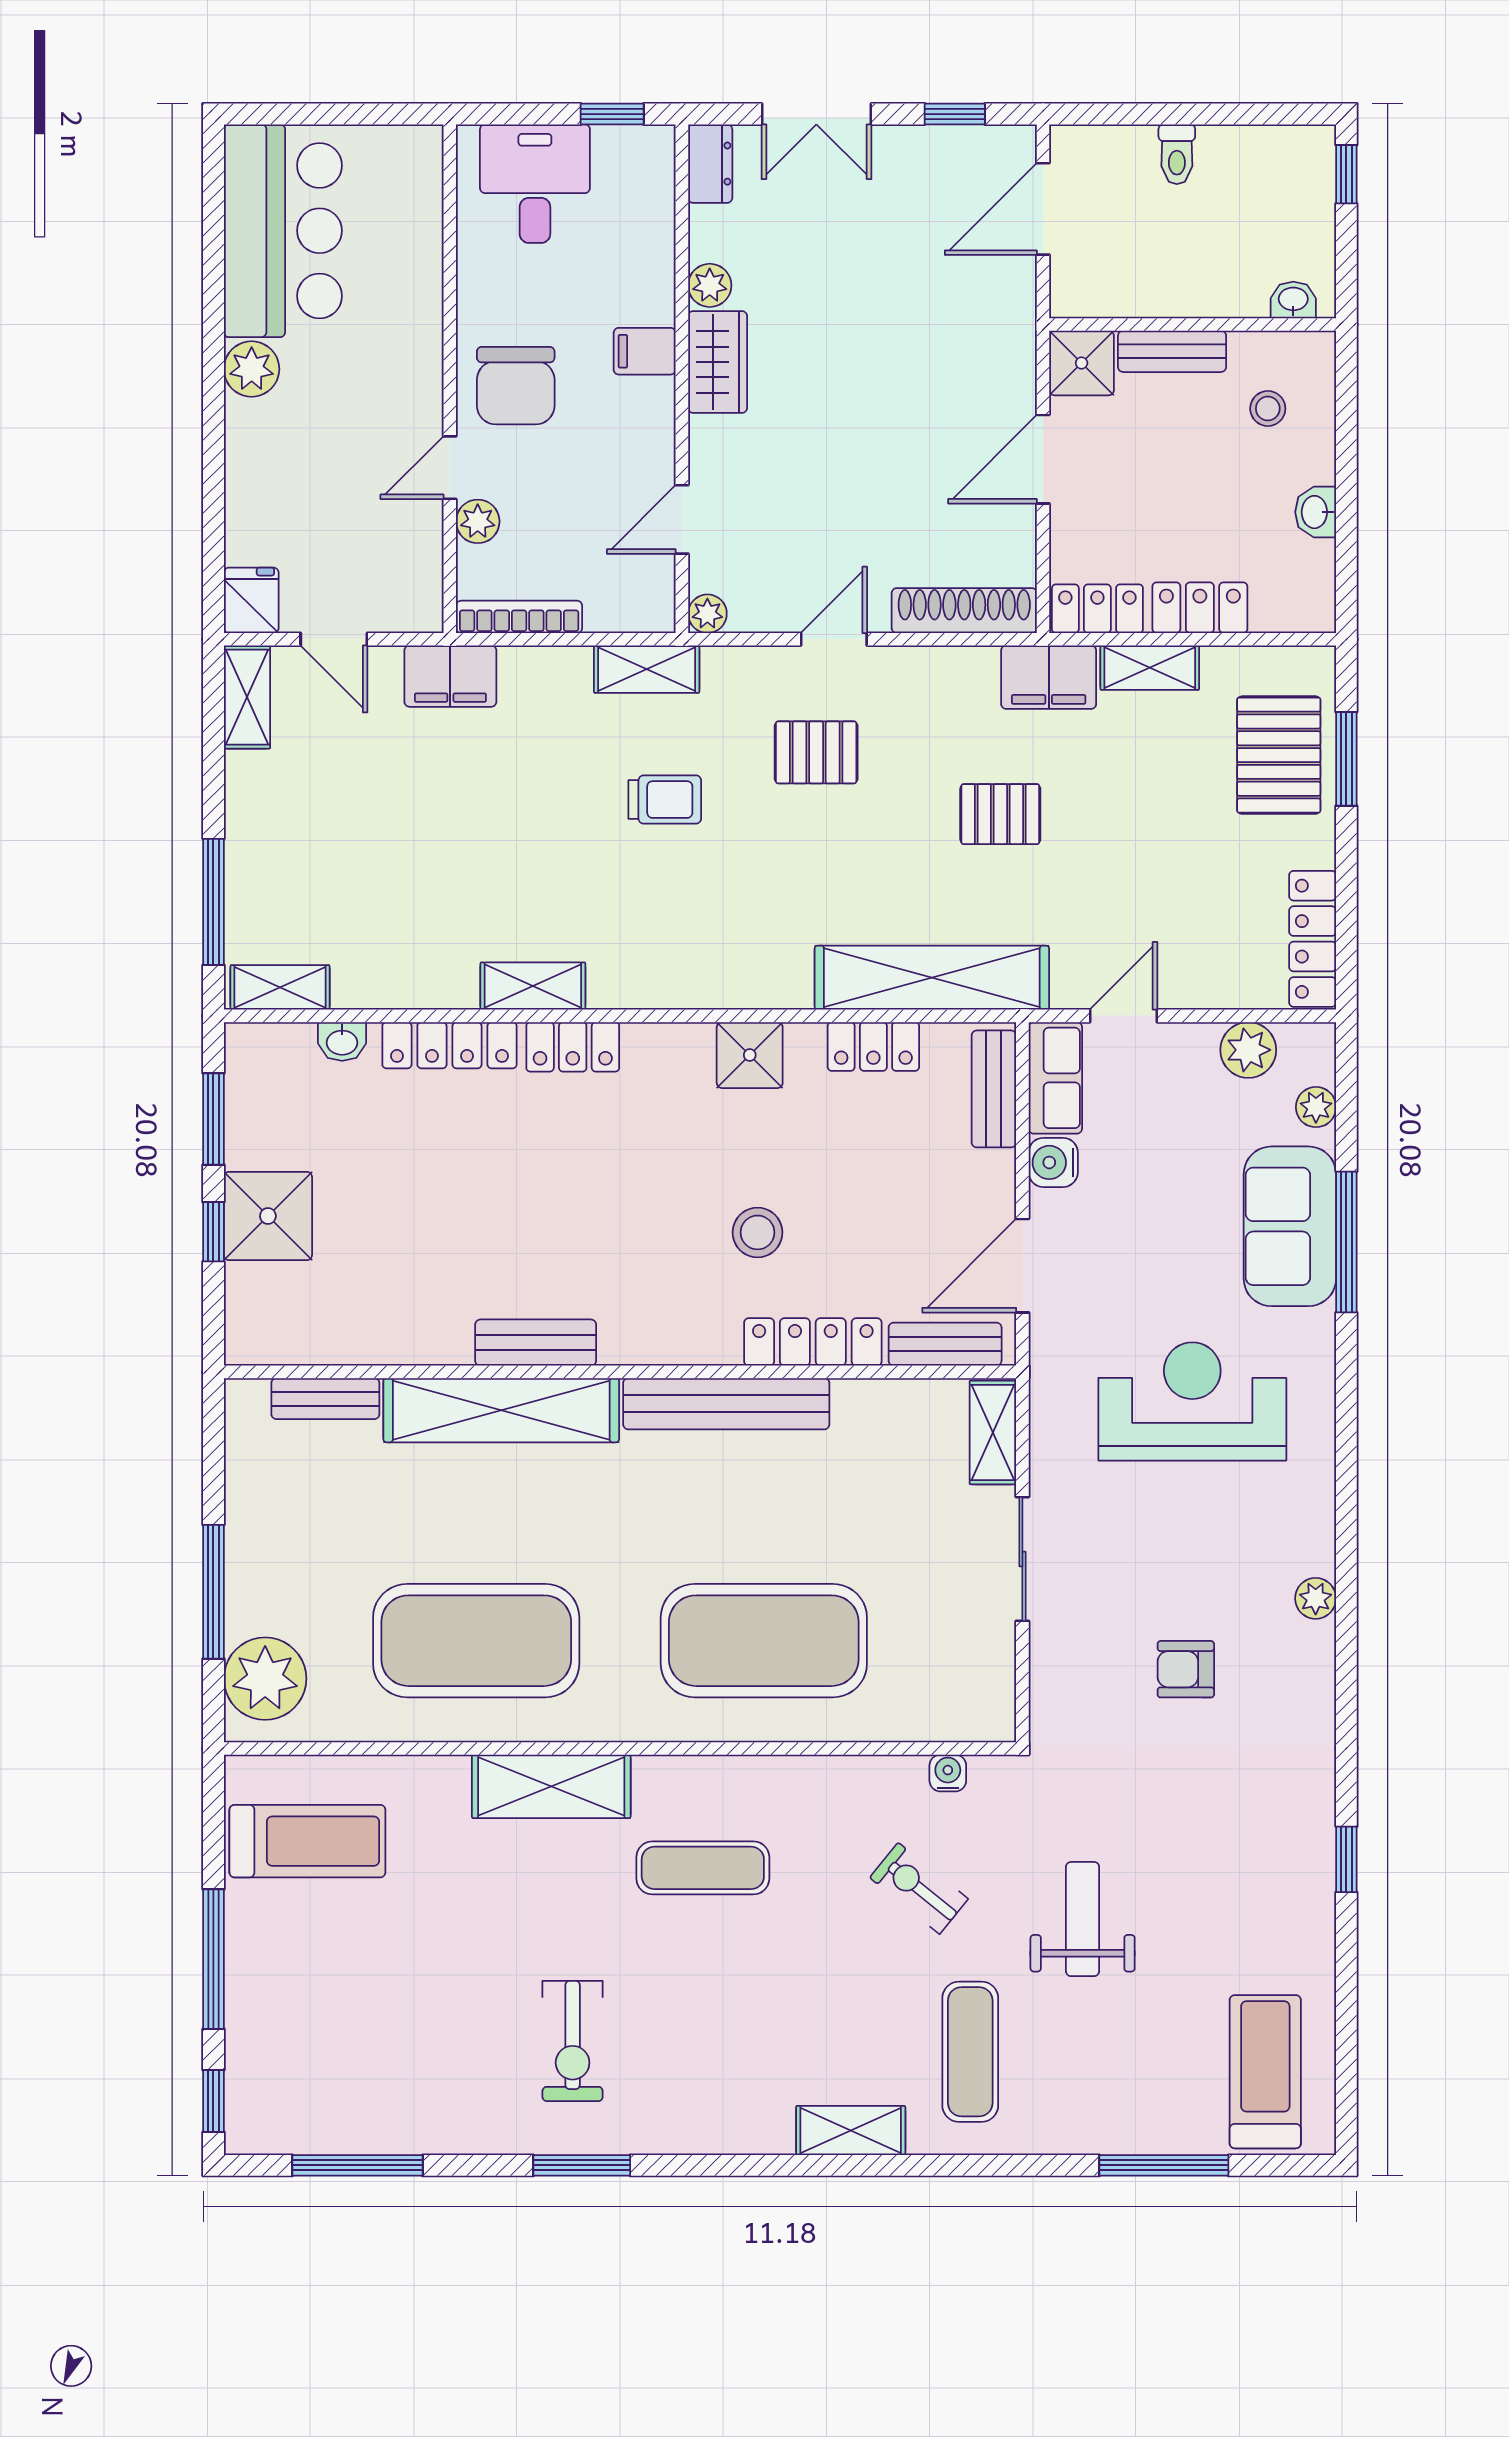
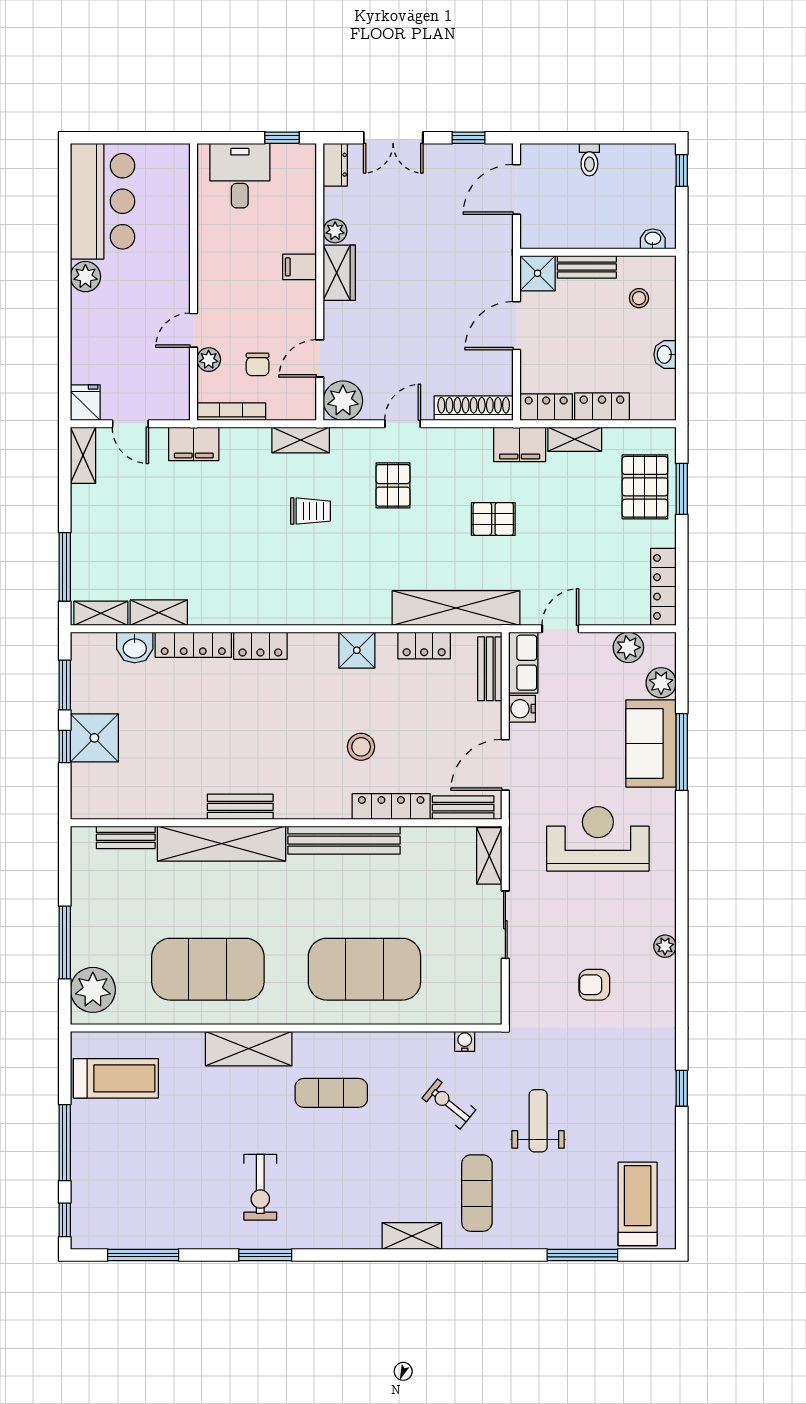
chair: (516, 386) -> (258, 364), moved, width x0.54, depth x0.54
plant: (707, 614) -> (343, 401), width x1.88, depth x1.88
pallet: (816, 752) -> (393, 485), turned 90
shelving: (533, 986) -> (159, 613), moved
washbasin: (342, 1042) -> (135, 648), width x1.38, depth x1.45
plant: (1316, 1107) -> (661, 683), width x1.38, depth x1.38

